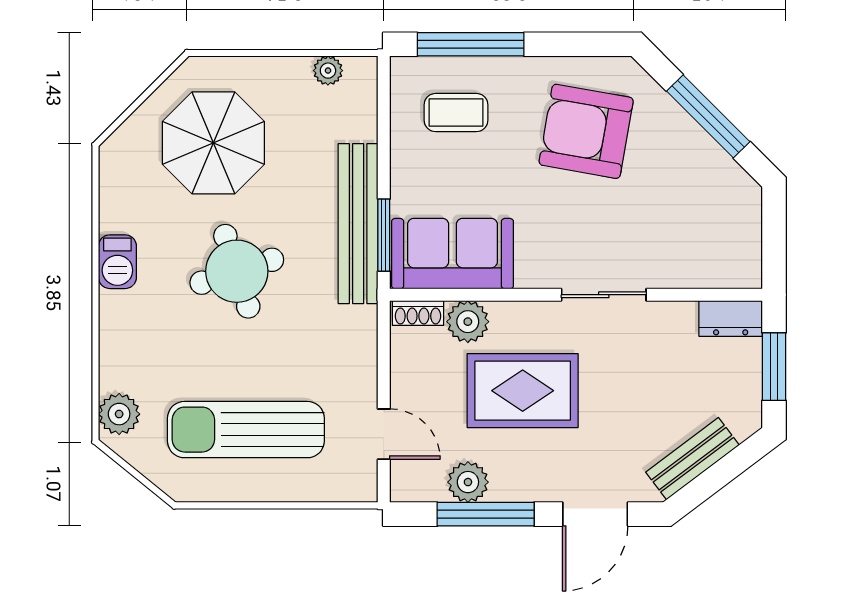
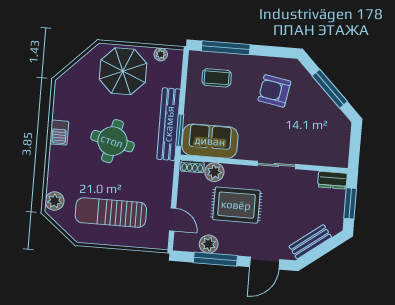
armchair: (586, 131) -> (274, 91), width x0.73, depth x0.73
parasol: (213, 143) -> (123, 71), moved
round table: (237, 271) -> (112, 141), turned 31

